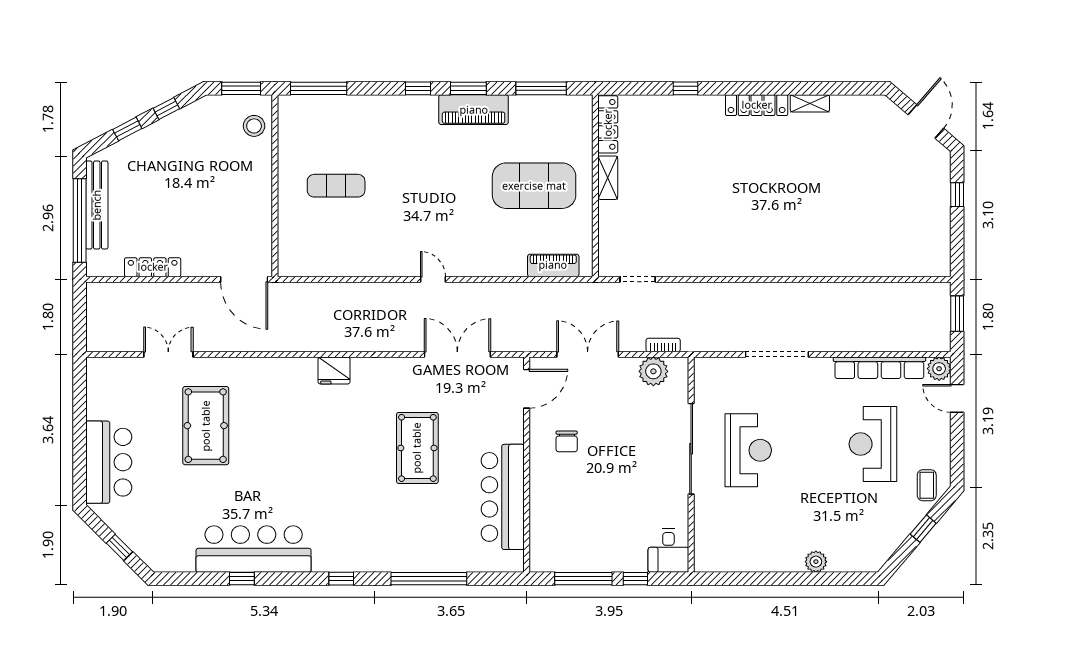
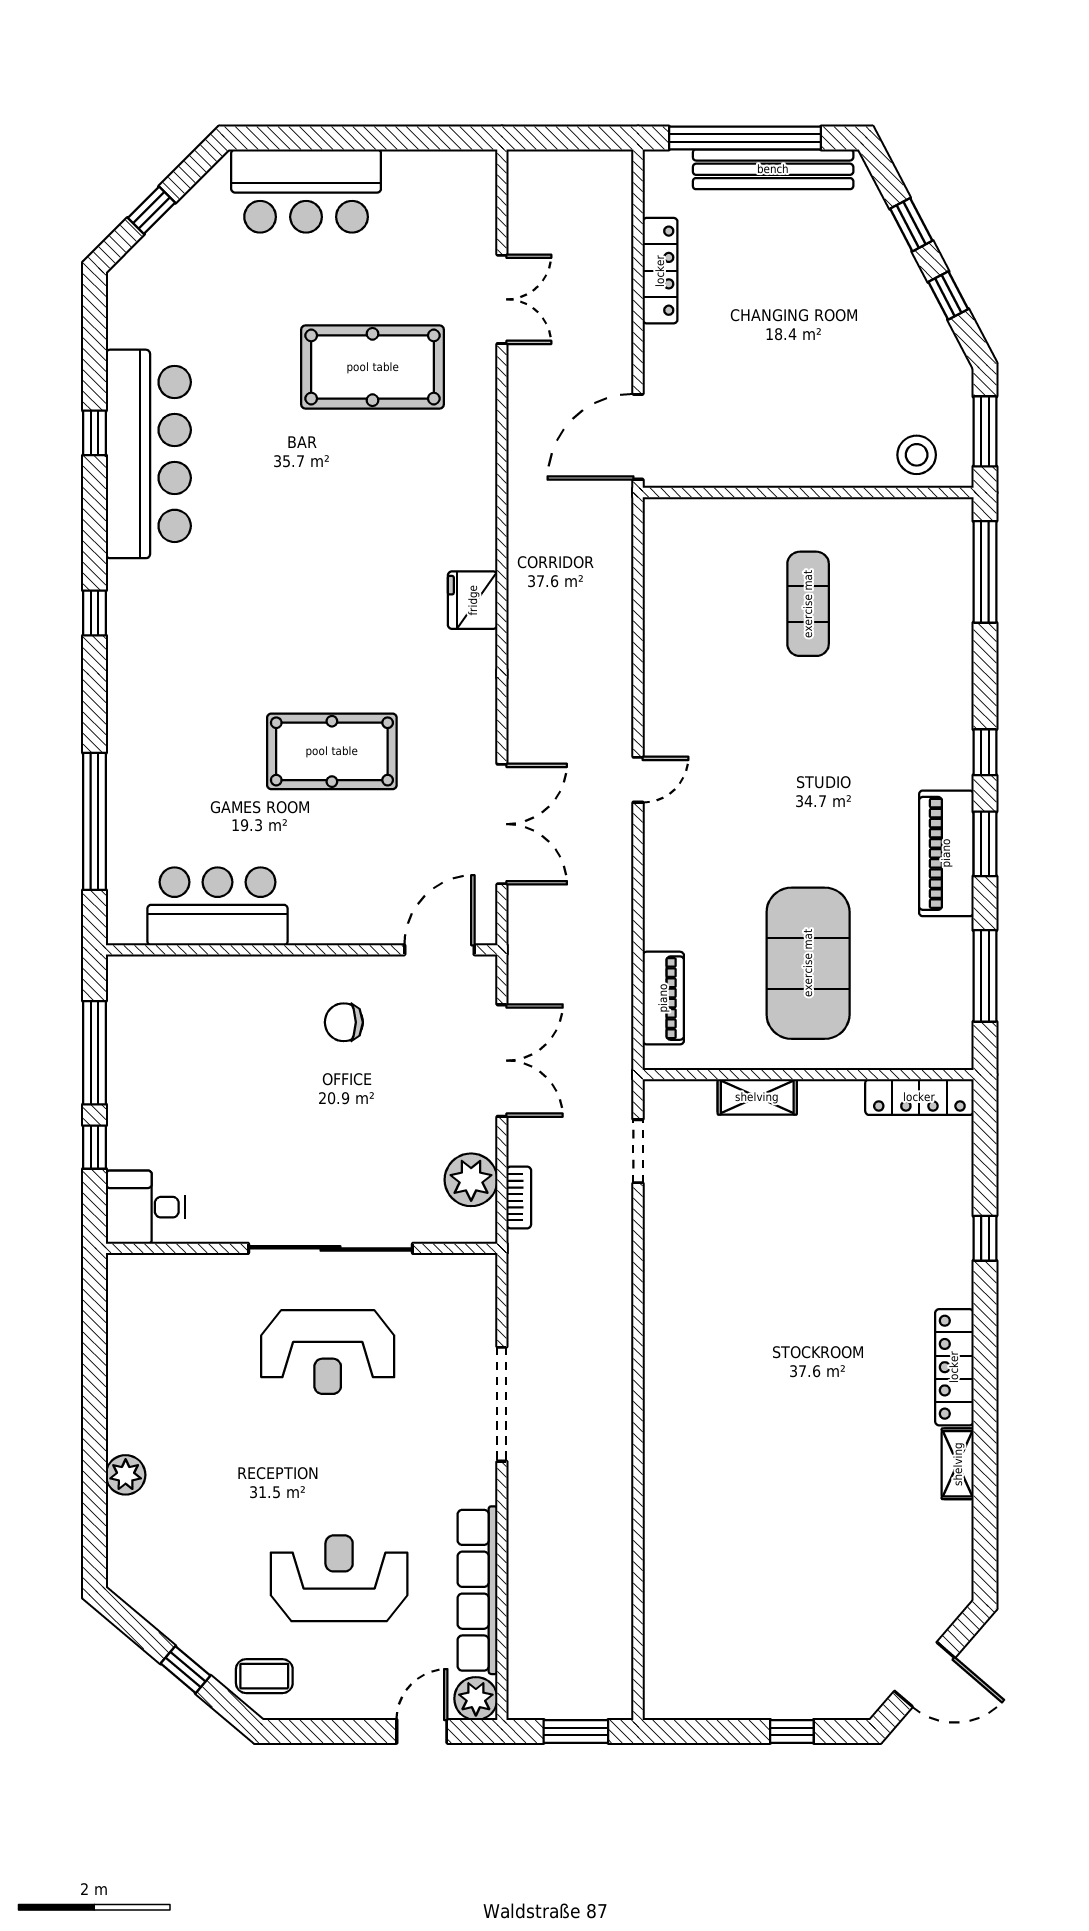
shelving: (608, 178) -> (757, 1097), moved
door: (527, 389) -> (439, 950), swing flipped
bar counter: (503, 497) -> (218, 906), width x0.73
window: (429, 579) -> (95, 821), moved

